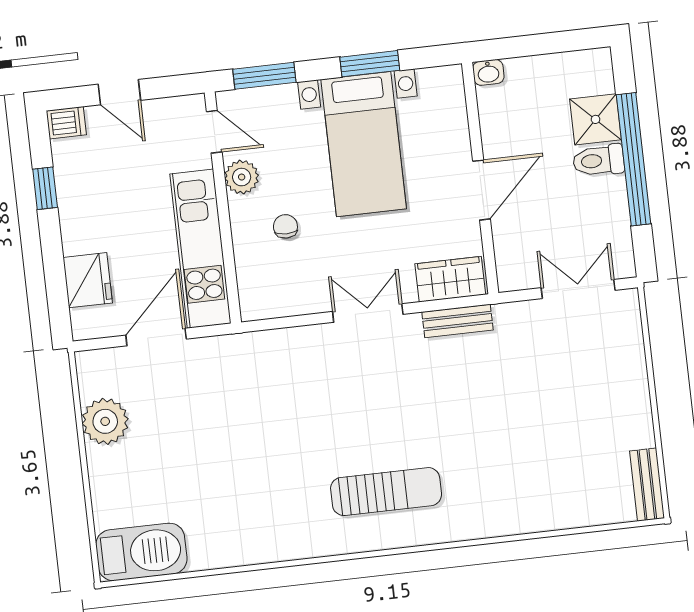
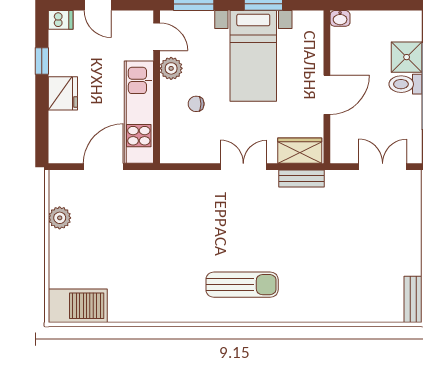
chair: (285, 226) -> (196, 104), turned -90
fridge: (88, 280) -> (63, 93), moved
plant: (105, 421) -> (60, 218), width x0.73, depth x0.73

